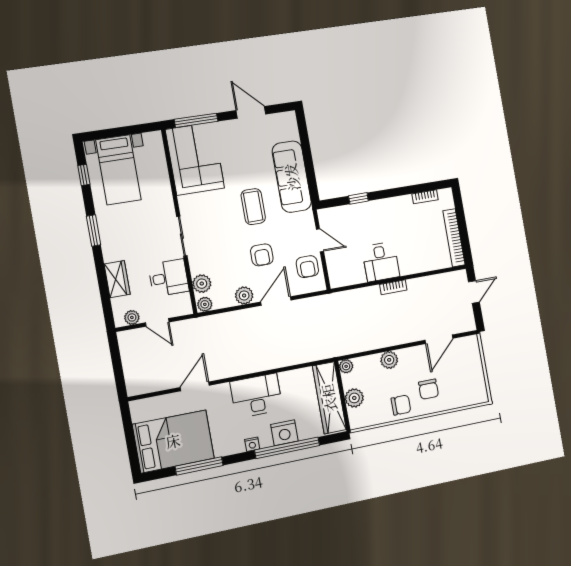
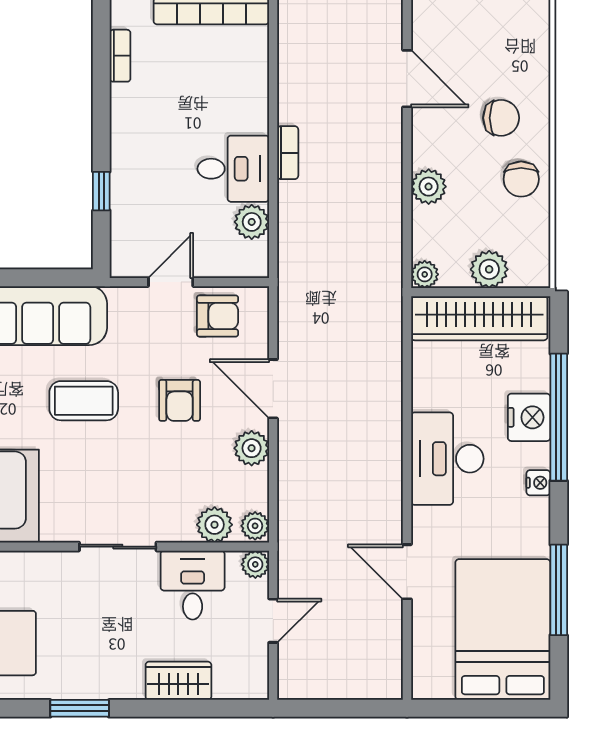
armchair: (262, 255) -> (180, 400), turned 90
plant: (357, 275) -> (252, 222), added
plant: (132, 317) -> (255, 564), moved
chair: (401, 405) -> (521, 179), turned 180

